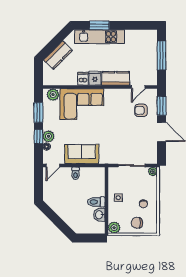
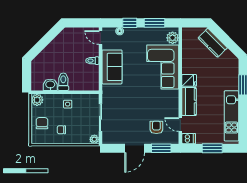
kitchen unit: (100, 37) -> (231, 116), moved
window: (162, 56) -> (212, 148), width x0.69
dishwasher: (83, 79) -> (189, 139), moved
plant: (48, 136) -> (130, 33), removed

